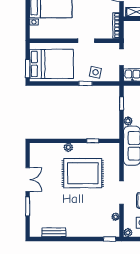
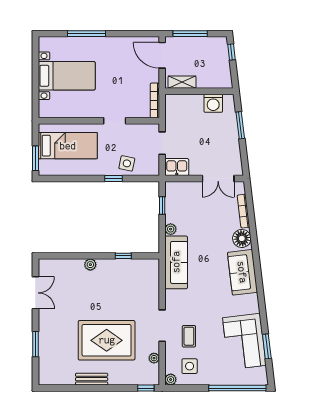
bed: (52, 64) -> (68, 146), width x0.67
rug: (83, 173) -> (107, 340), moved
double door: (28, 180) -> (35, 293), moved
bench: (54, 232) -> (92, 379), moved

